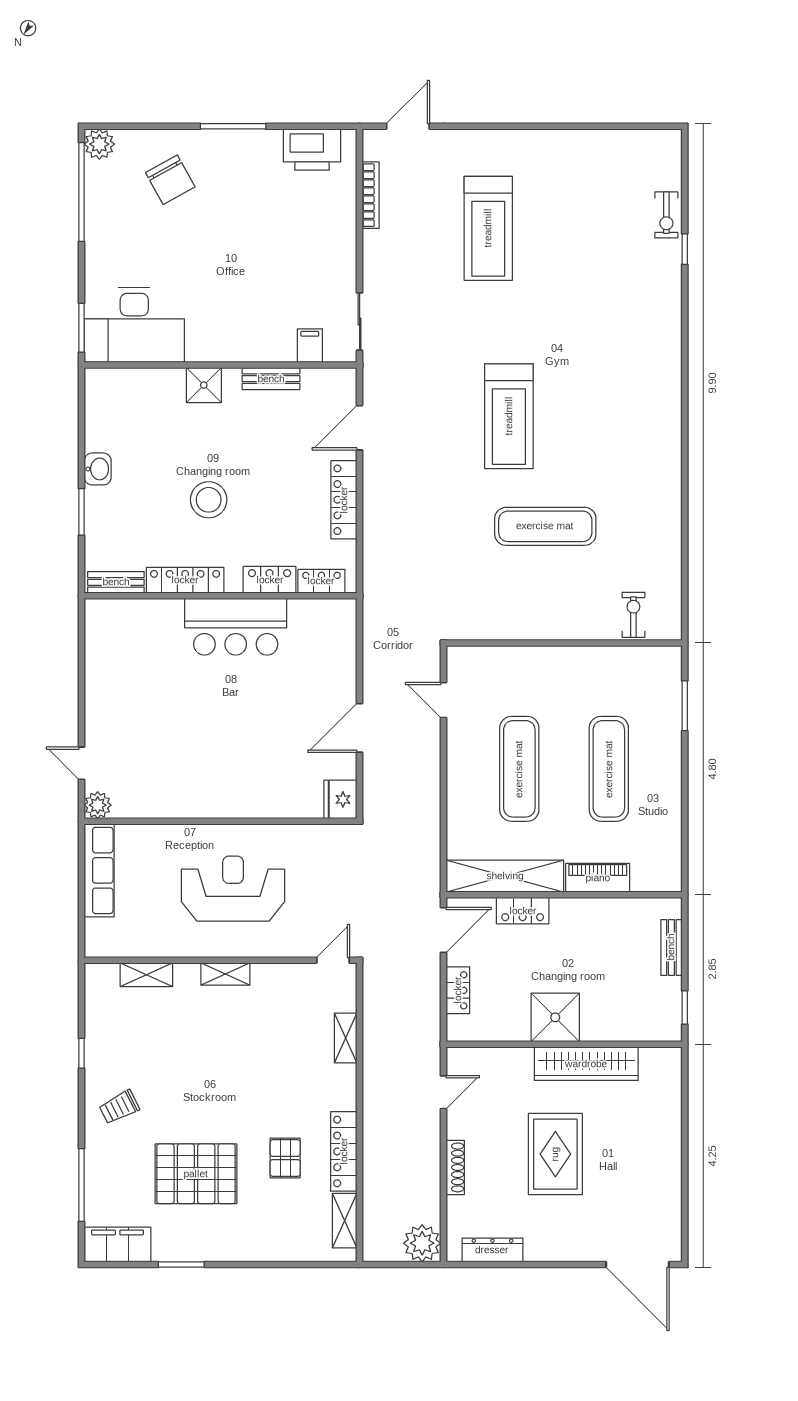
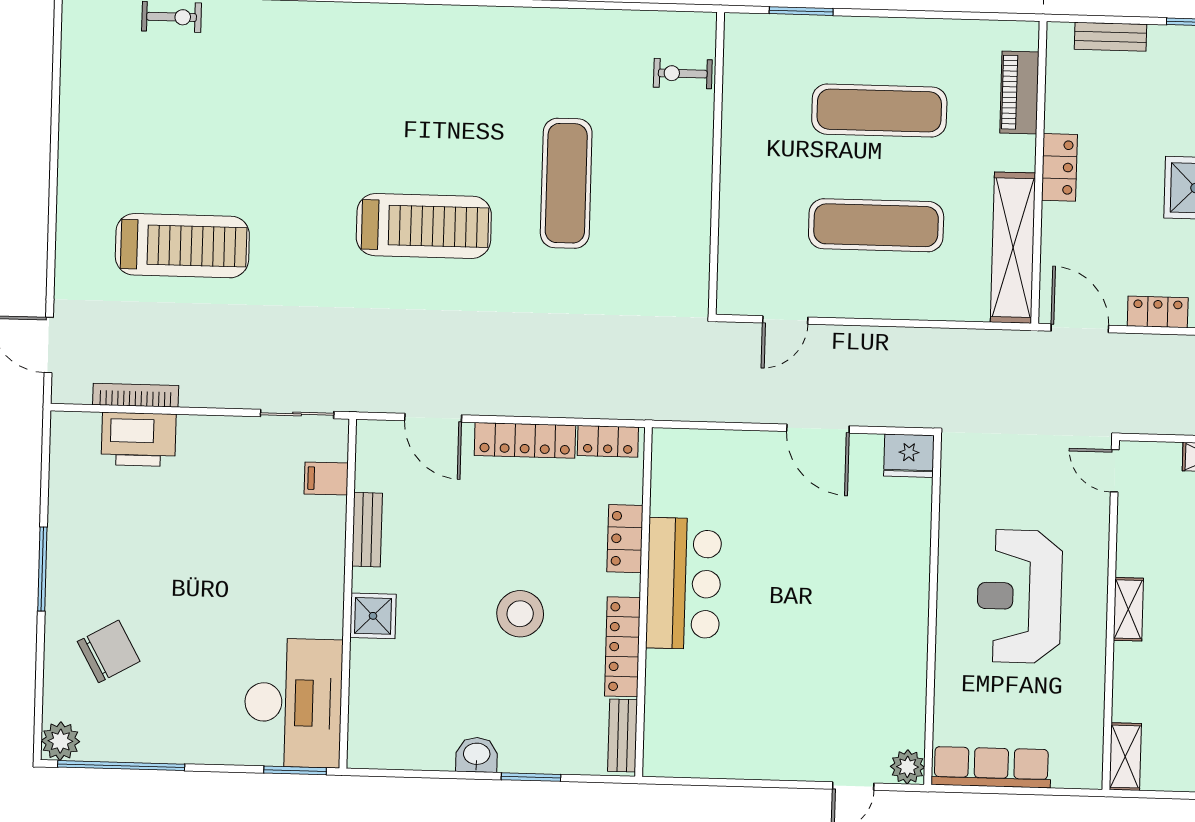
printer: (312, 150) -> (139, 439), moved, turned 90
locker: (321, 581) -> (608, 441), moved, turned -90
piano: (598, 878) -> (1019, 92), moved
locker: (523, 911) -> (1059, 167), moved
shelving: (146, 975) -> (1125, 757), moved

